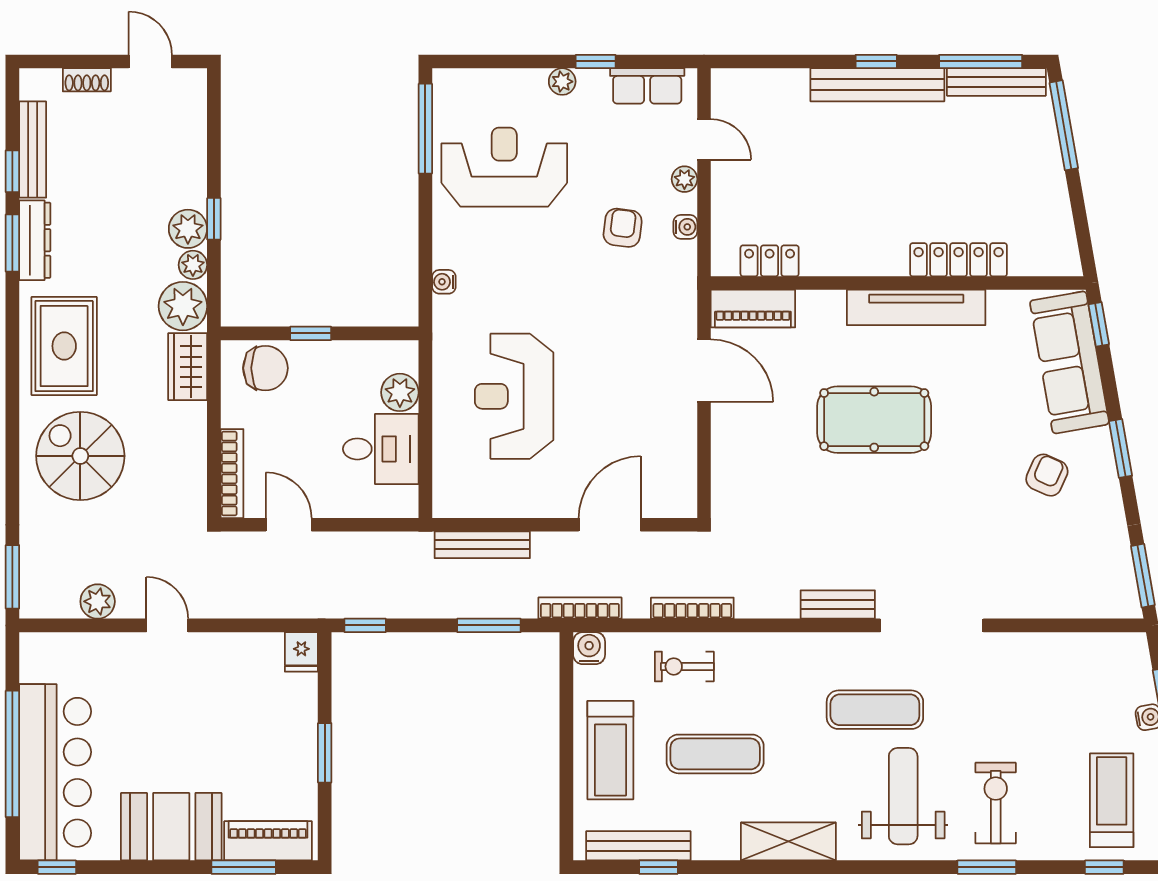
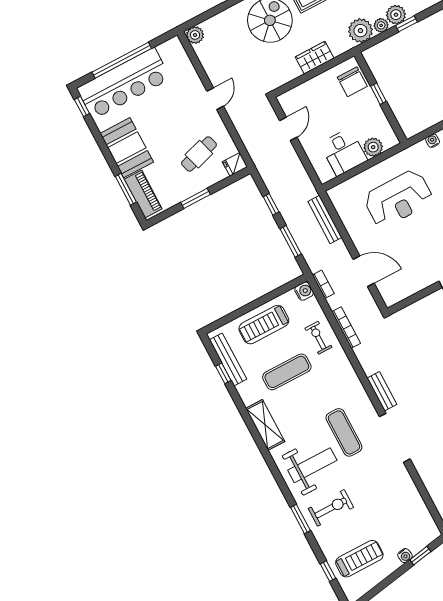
wardrobe: (188, 367) -> (315, 58), moved
reception desk: (514, 396) -> (398, 199), turned 180
bookcase: (232, 474) -> (298, 92), removed
window: (12, 577) -> (200, 19), removed
plant: (98, 601) -> (195, 35), moved
bookcase: (580, 608) -> (323, 284), width x0.64
window: (365, 625) -> (271, 204), moved
cafe table: (250, 705) -> (199, 154), added
exercise mat: (715, 754) -> (287, 372), turned 90

